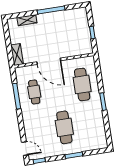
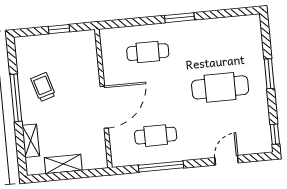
trolley: (58, 25) -> (43, 87), added
shelving: (17, 55) -> (63, 164), moved
cafe table: (82, 84) -> (148, 52), width x0.73, depth x0.74
door: (25, 149) -> (227, 160), moved

